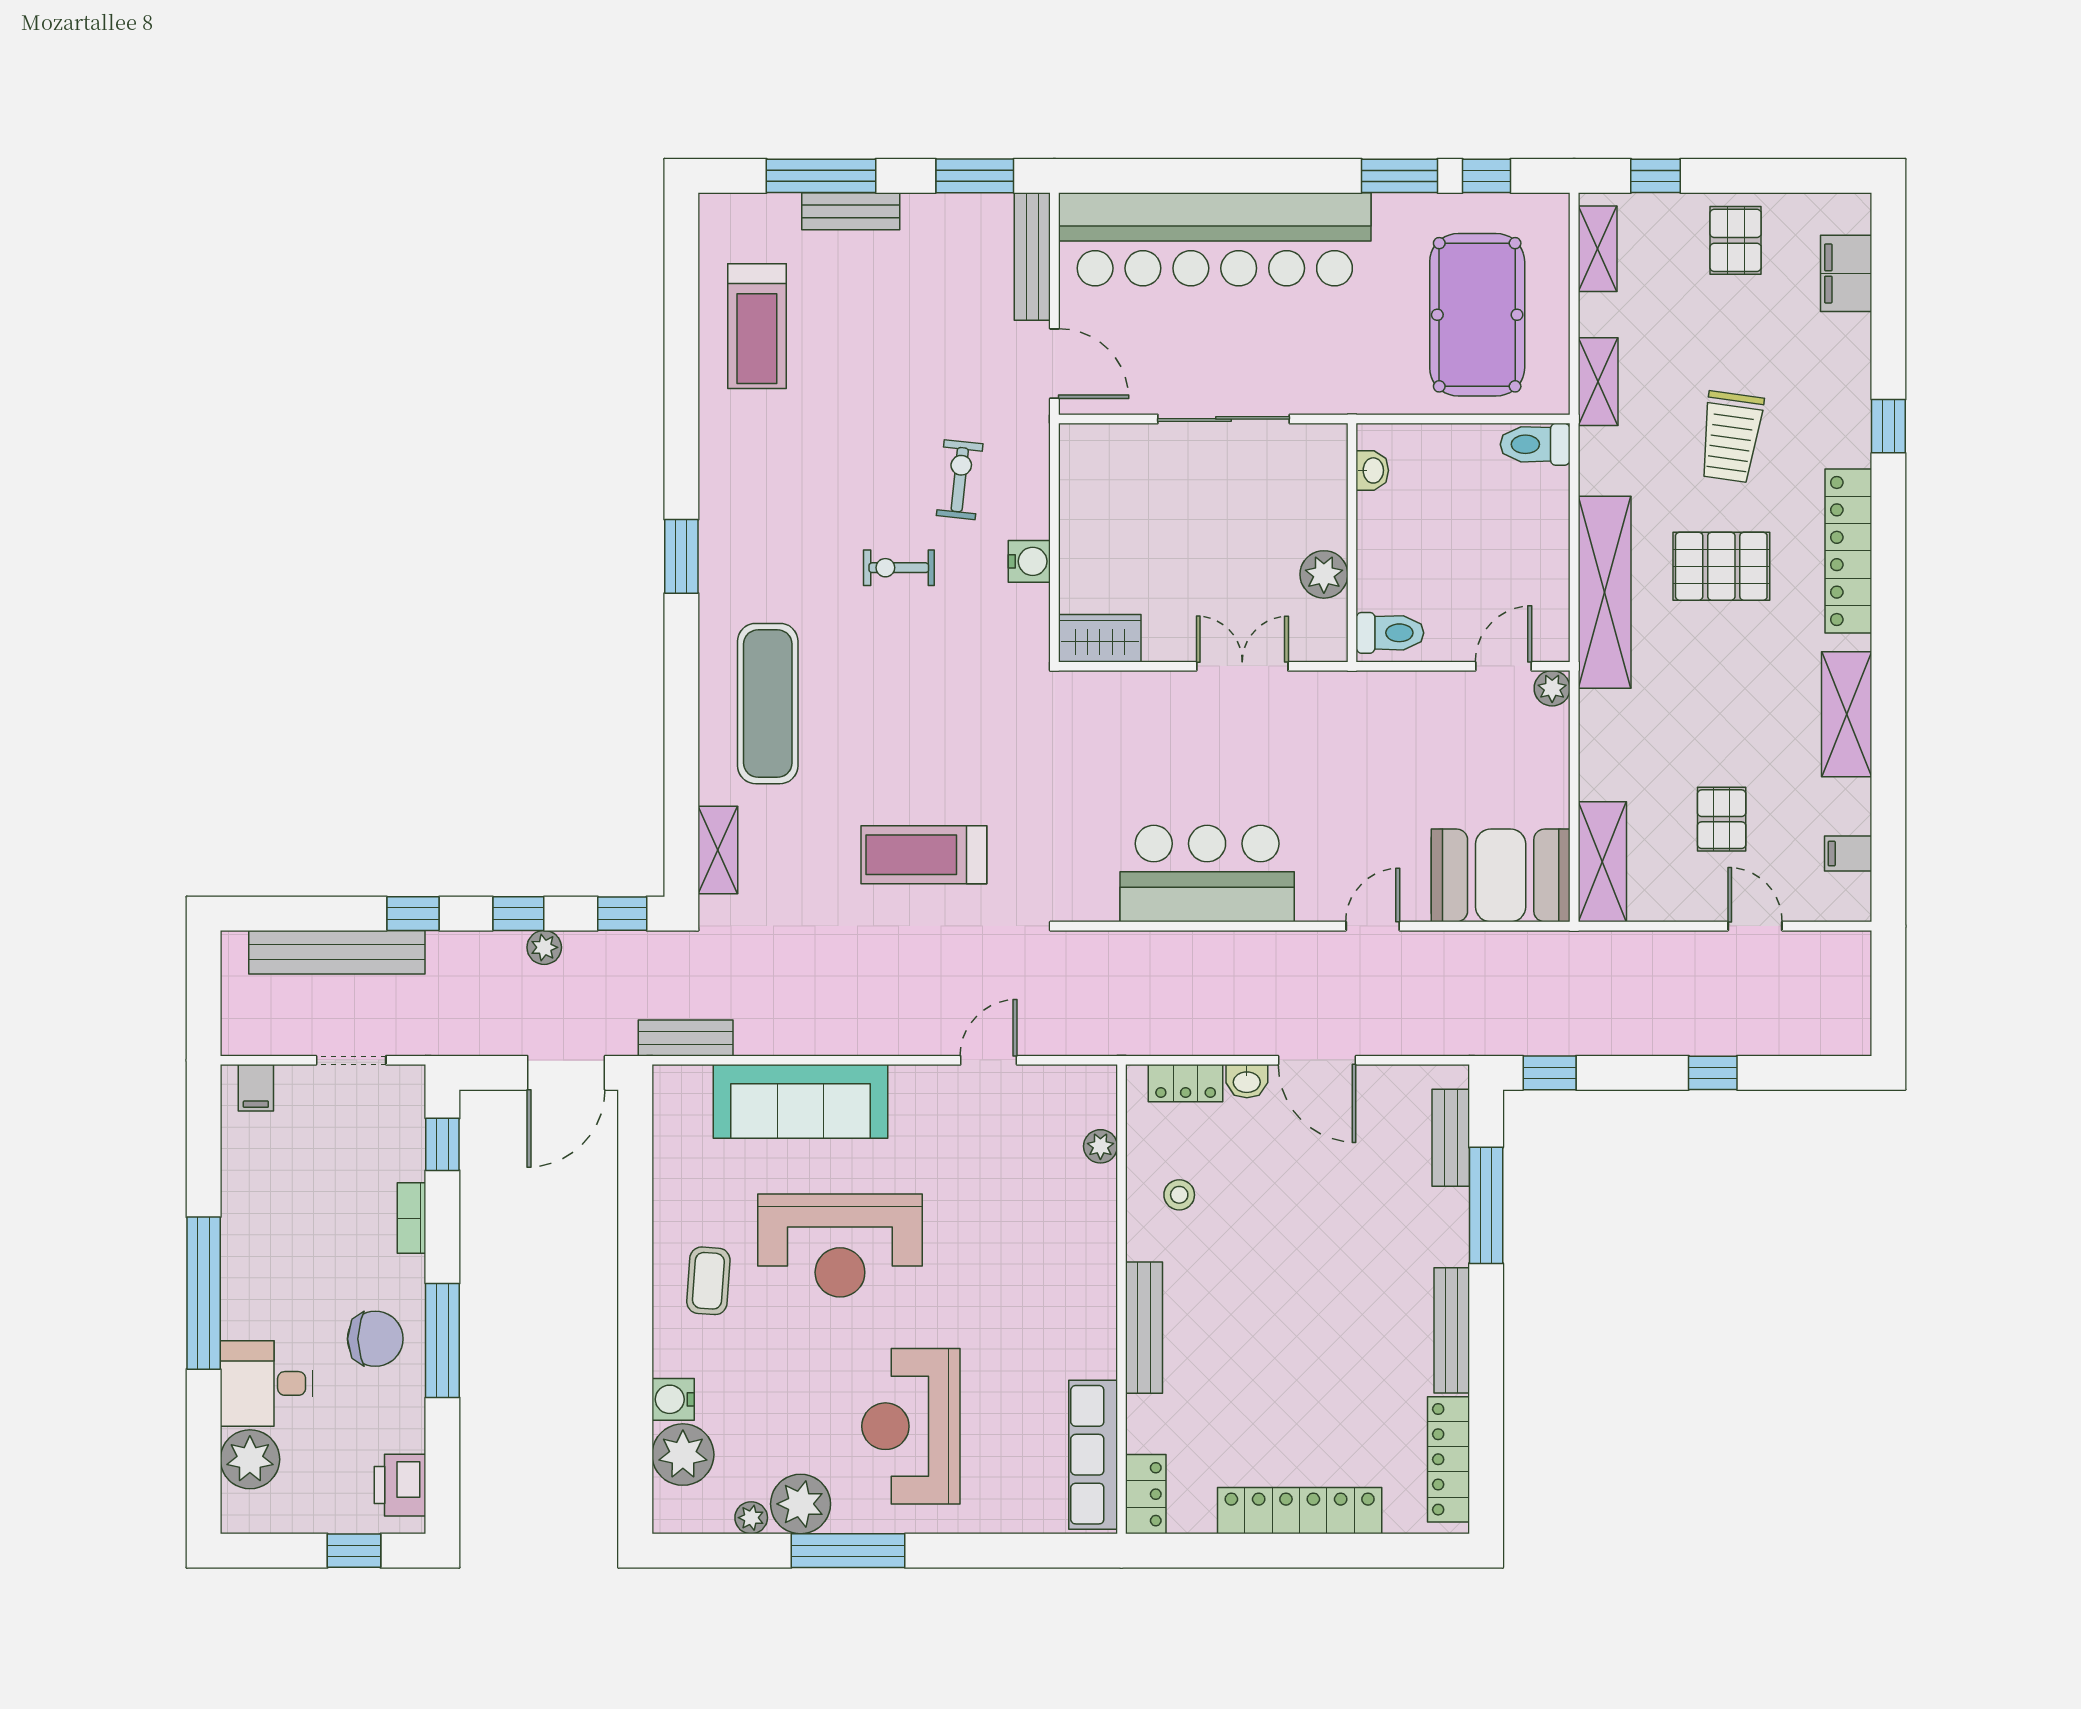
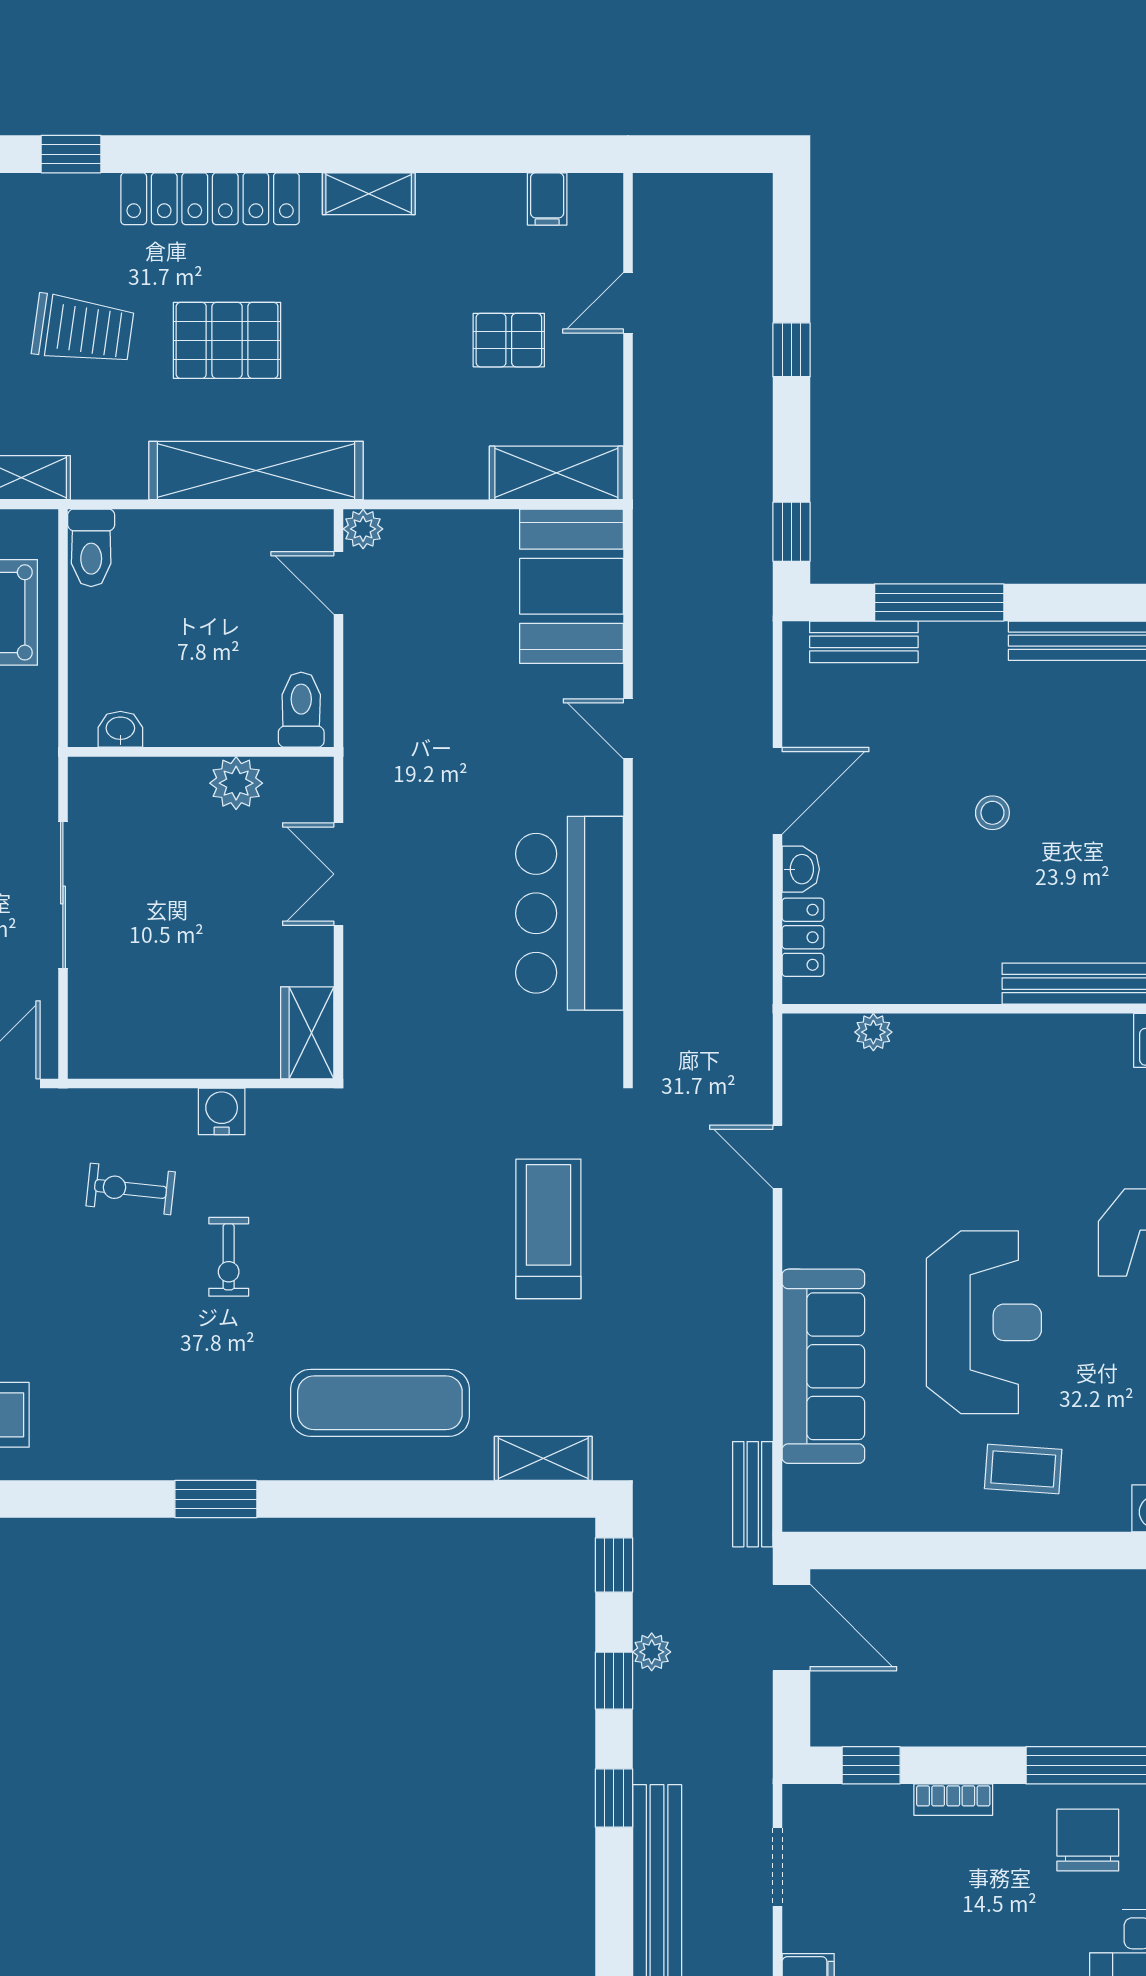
pallet: (1721, 566) -> (227, 340), turned 90
shelving: (1847, 714) -> (369, 194), width x0.67, depth x0.75
treadmill: (924, 855) -> (548, 1229), turned 180
stool: (1179, 1195) -> (992, 813), moved

